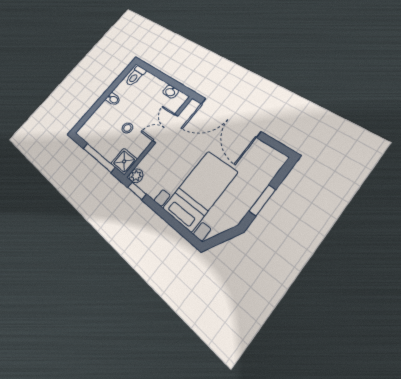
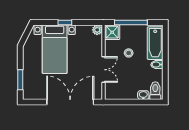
washbasin: (171, 92) -> (143, 95), moved
bathtub: (97, 120) -> (155, 43), added
window: (137, 191) -> (65, 22), moved
window: (262, 200) -> (20, 80), moved

